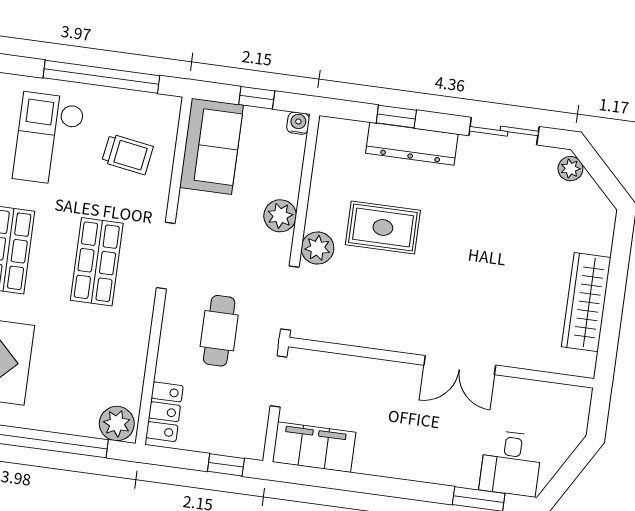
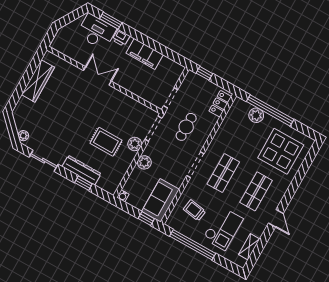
window: (257, 98) -> (146, 219), moved
plant: (117, 424) -> (256, 115), moved
filing cabinet: (314, 447) -> (145, 54), moved
desk: (511, 463) -> (96, 32), width x1.37
printer: (441, 470) -> (121, 38), added

